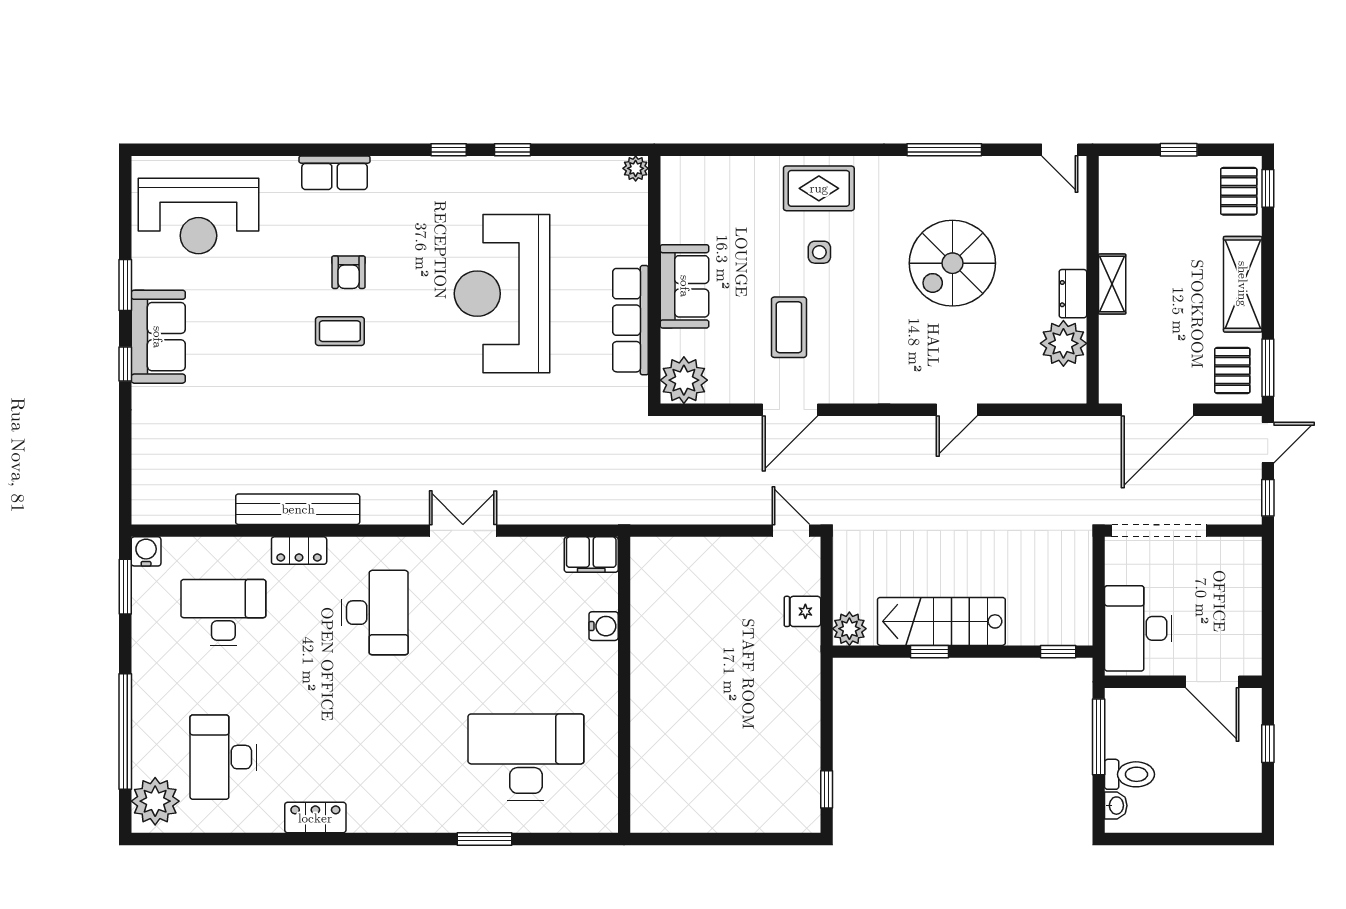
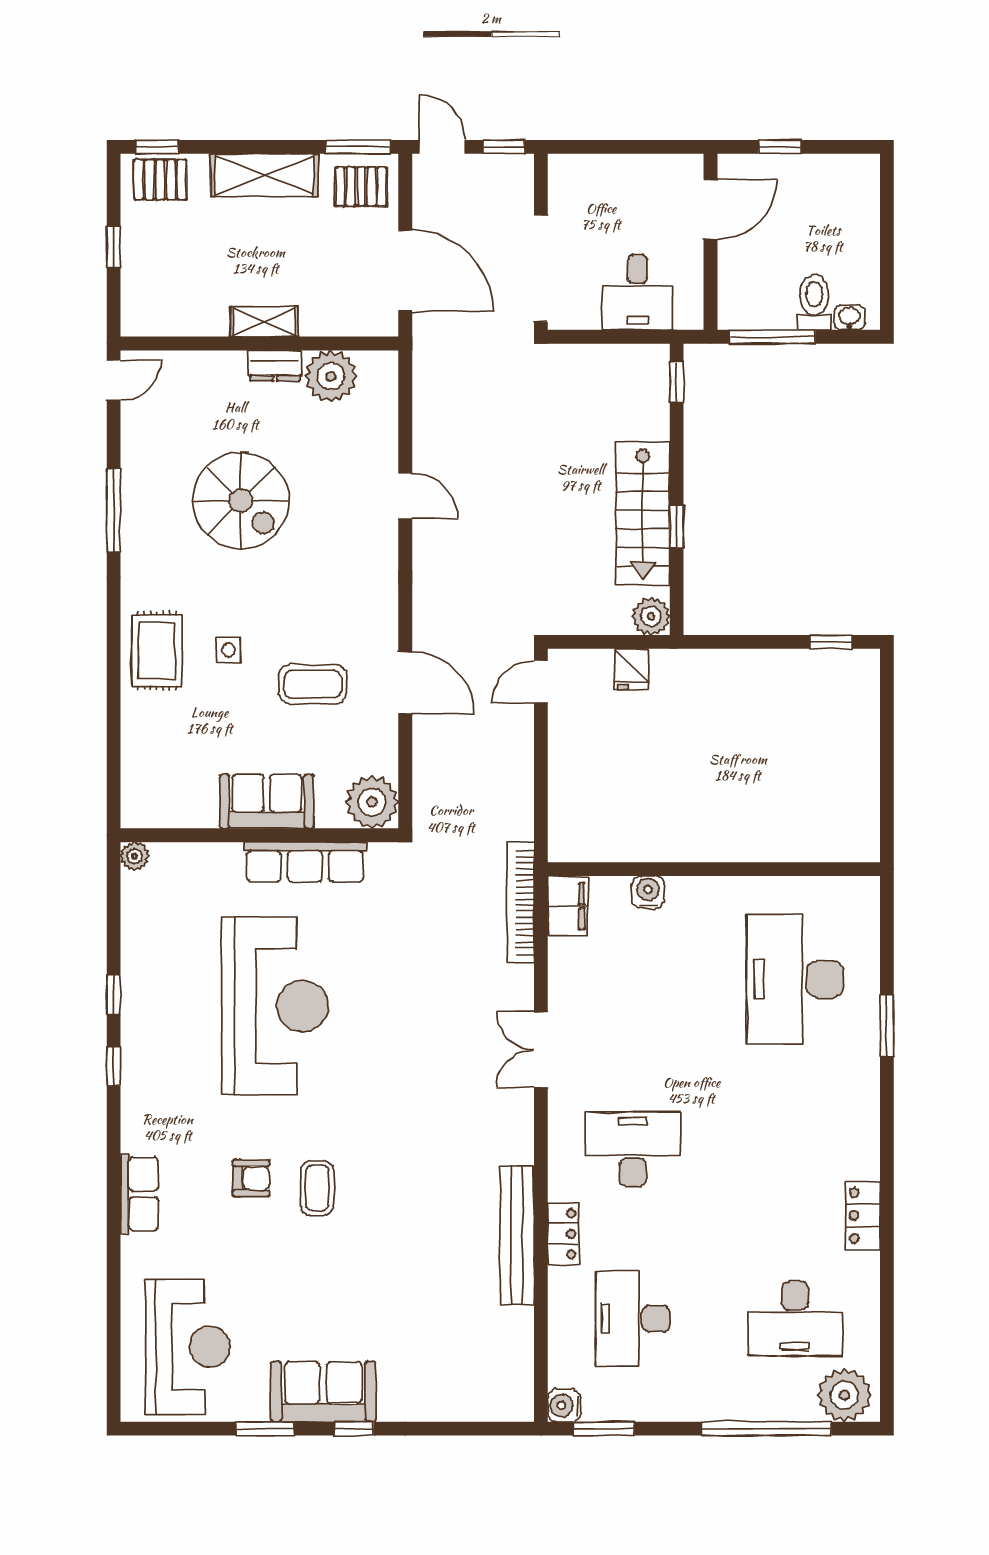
reception desk: (502, 294) -> (275, 1006), turned -90
bookcase: (595, 512) -> (520, 902), added
desk: (1138, 628) -> (637, 292), width x0.73

